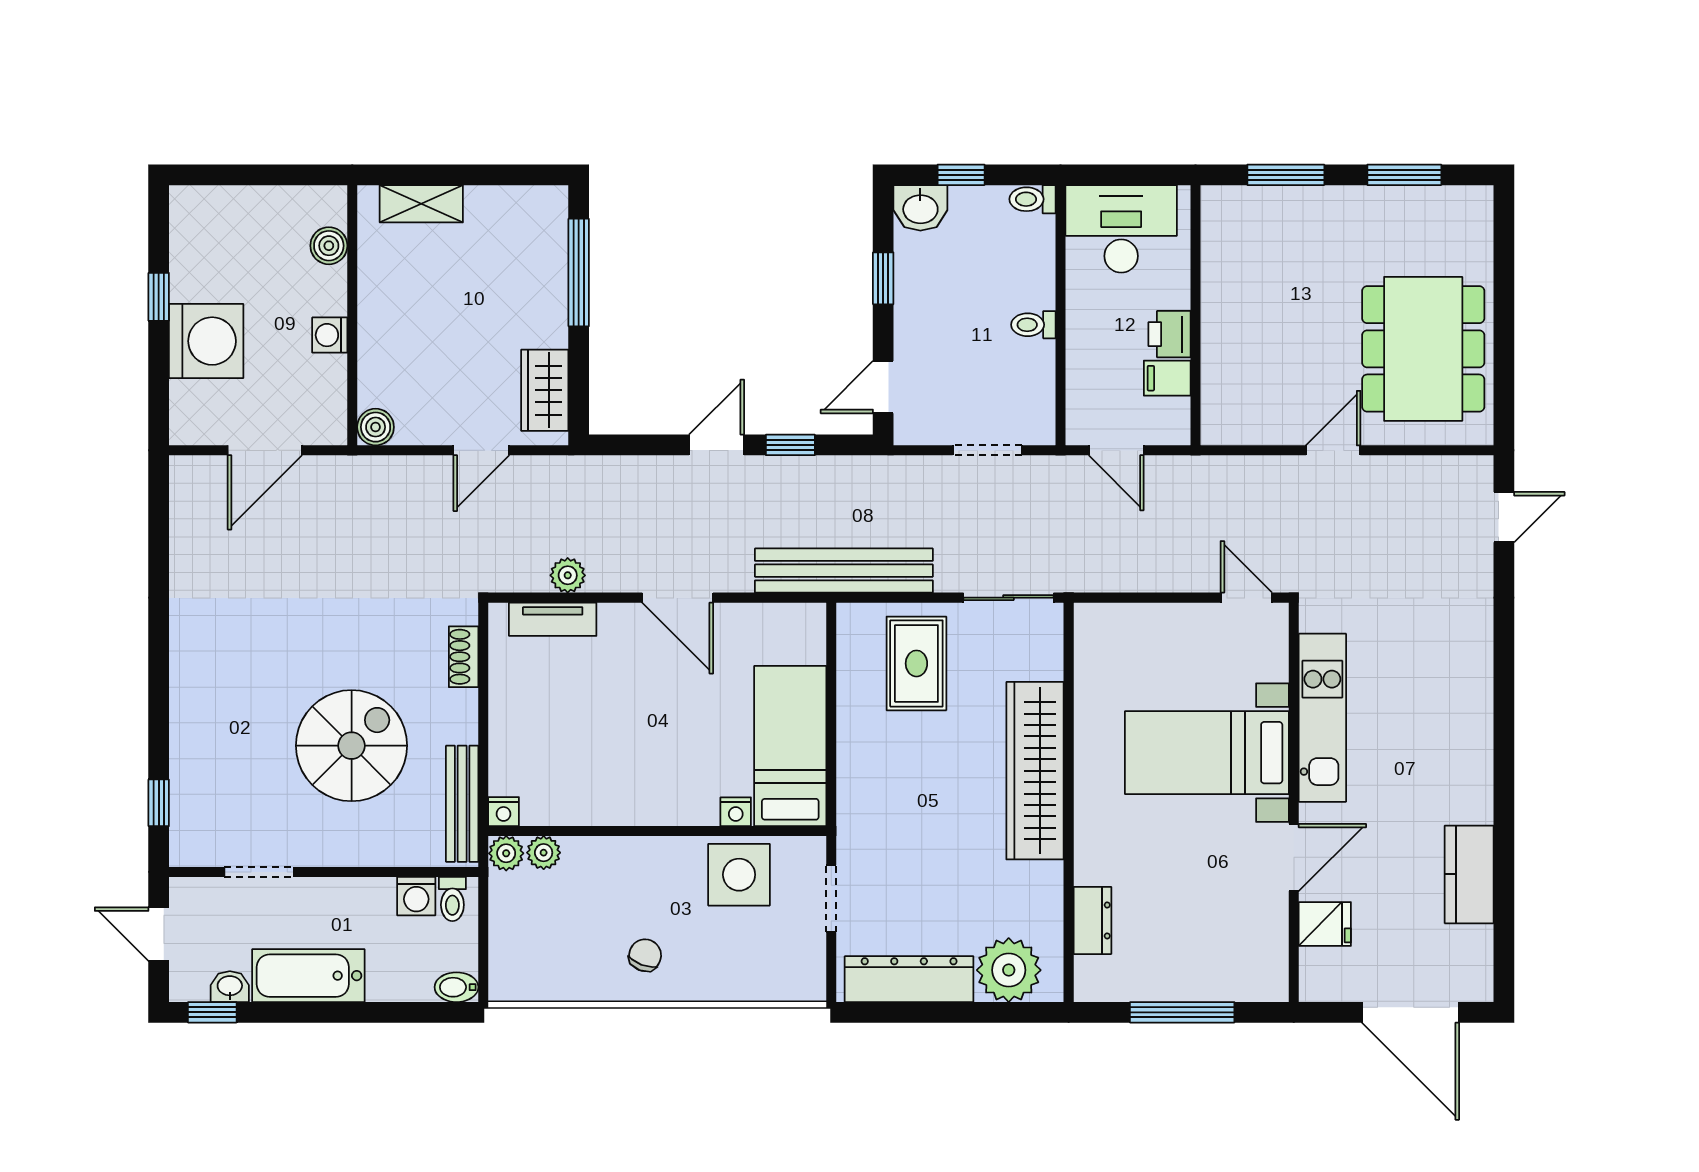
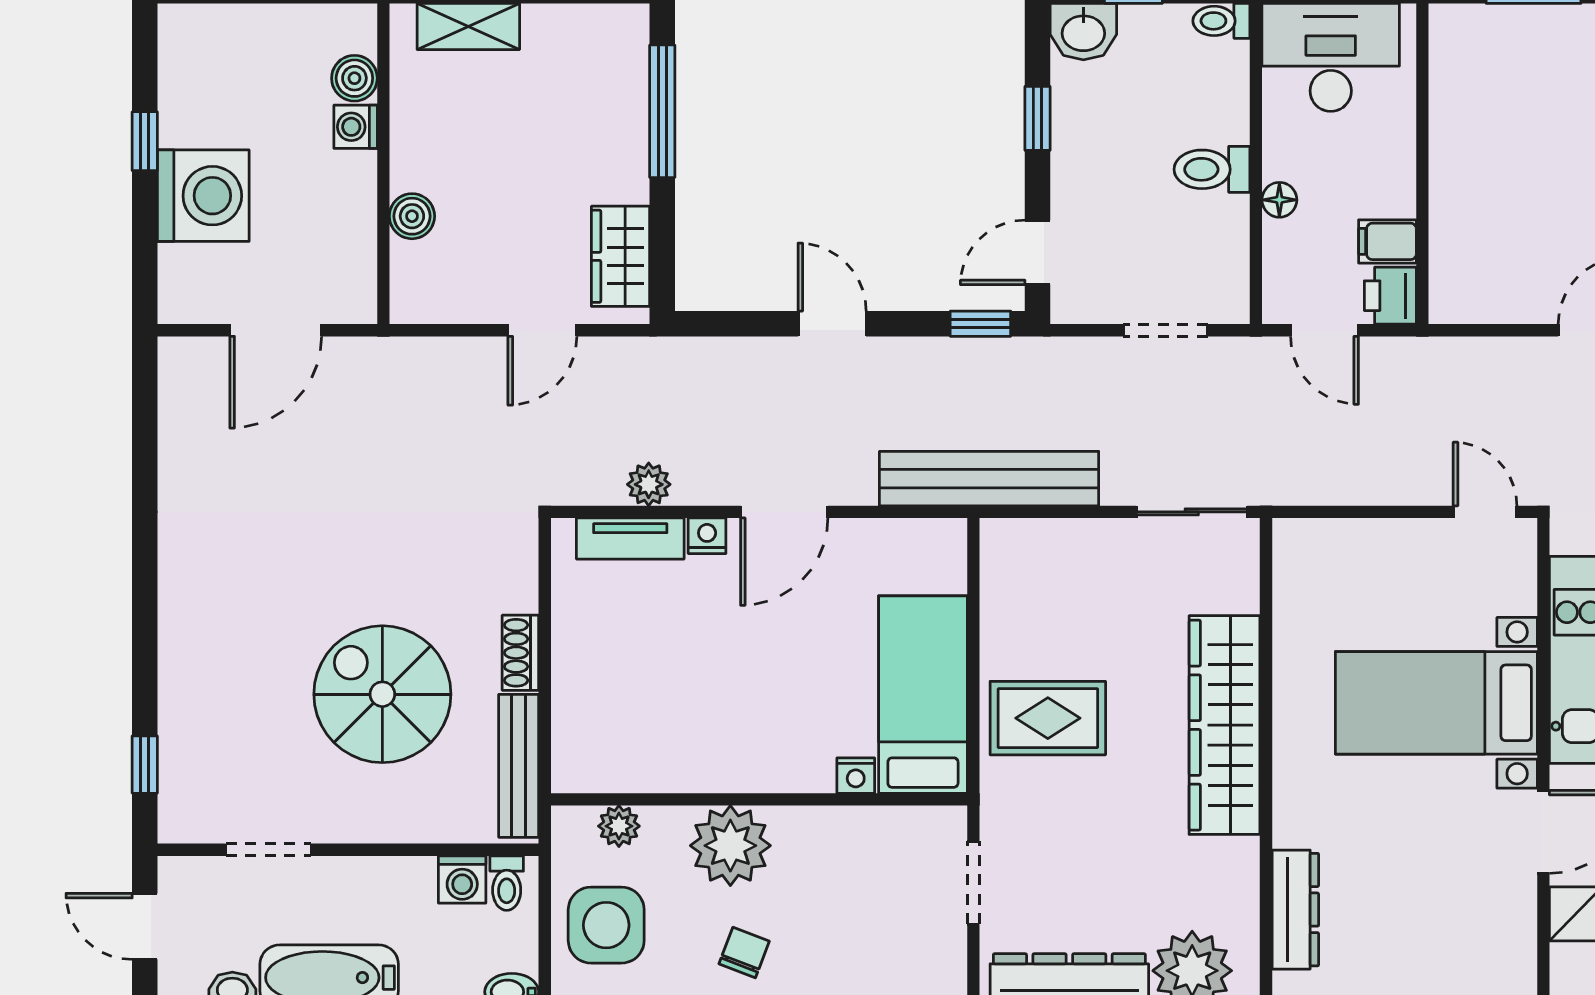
toilet: (1033, 325) -> (1212, 169), width x1.37, depth x1.39
printer: (1170, 334) -> (1390, 296), moved
washing machine: (330, 335) -> (356, 127), moved
floor lamp: (1080, 344) -> (1279, 200), added
boiler: (376, 427) -> (412, 216), moved
door: (716, 445) -> (832, 324), hinge flipped
window: (790, 445) -> (980, 324), moved
door: (678, 598) -> (784, 512), hinge flipped
shoe rack: (464, 657) -> (520, 653), moved
rug: (916, 663) -> (1048, 718), moved, turned 90
spiral stairs: (352, 746) -> (382, 694), turned -90
nightstand: (504, 812) -> (707, 536), moved, turned 180
plant: (506, 853) -> (730, 846), moved, width x1.87, depth x1.87
side table: (739, 875) -> (606, 925), moved
dresser: (1092, 920) -> (1295, 910), width x1.44

